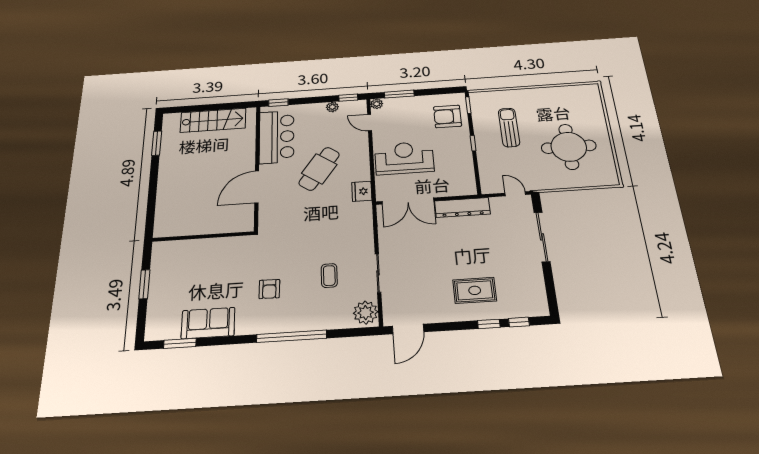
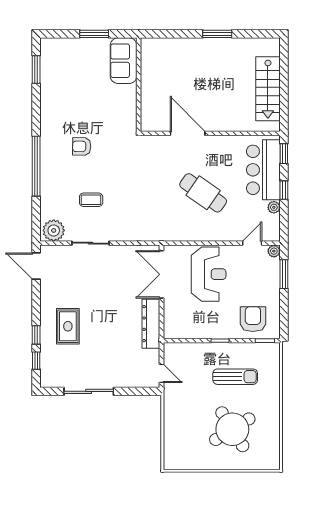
window: (348, 98) -> (284, 190), moved
bar counter: (277, 137) -> (263, 170), moved, turned 90
window: (157, 143) -> (217, 34), moved
round table: (569, 147) -> (232, 429), moved, turned -32
fridge: (362, 191) -> (175, 232), removed
door: (515, 194) -> (161, 373), hinge flipped
sliding door: (542, 237) -> (89, 391), moved
sofa: (208, 323) -> (124, 61), moved, turned 180

